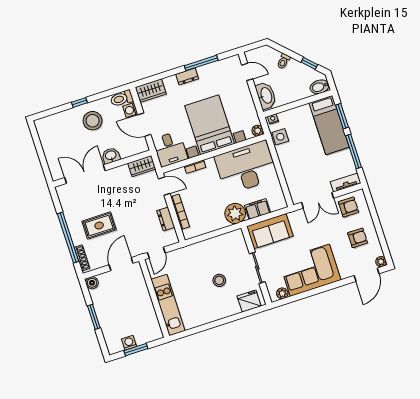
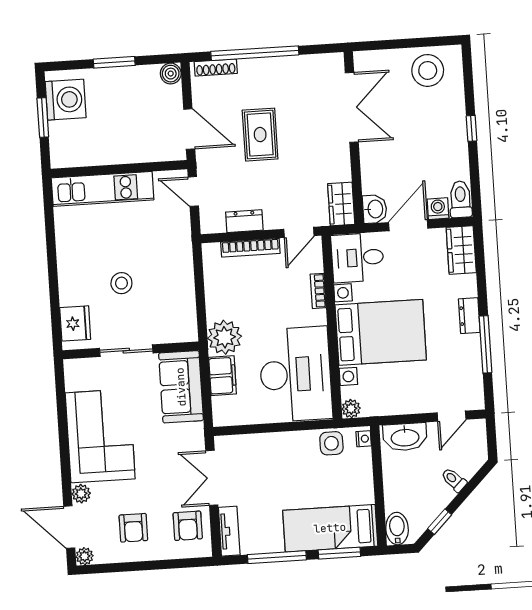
stool: (93, 121) -> (428, 70), moved
washbasin: (111, 156) -> (375, 209), moved
rug: (99, 225) -> (260, 135), moved
plant: (282, 293) -> (81, 494), moved
washing machine: (129, 343) -> (66, 100), width x1.89, depth x1.89

